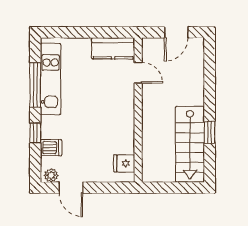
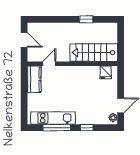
stairs: (190, 144) -> (94, 53), moved, turned 180
dishwasher: (51, 148) -> (96, 118), removed

